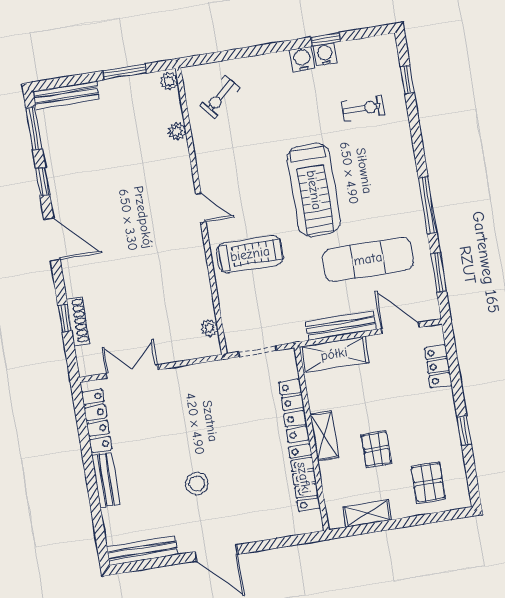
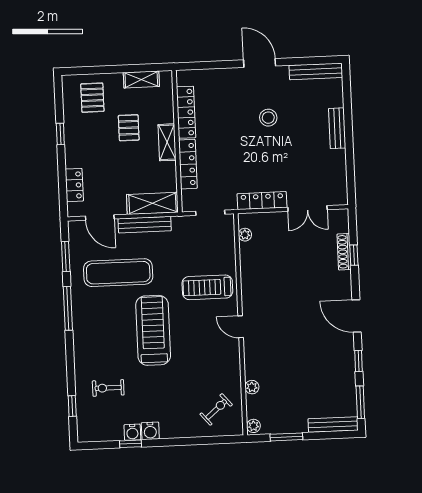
locker: (97, 420) -> (262, 201), moved, turned 90

